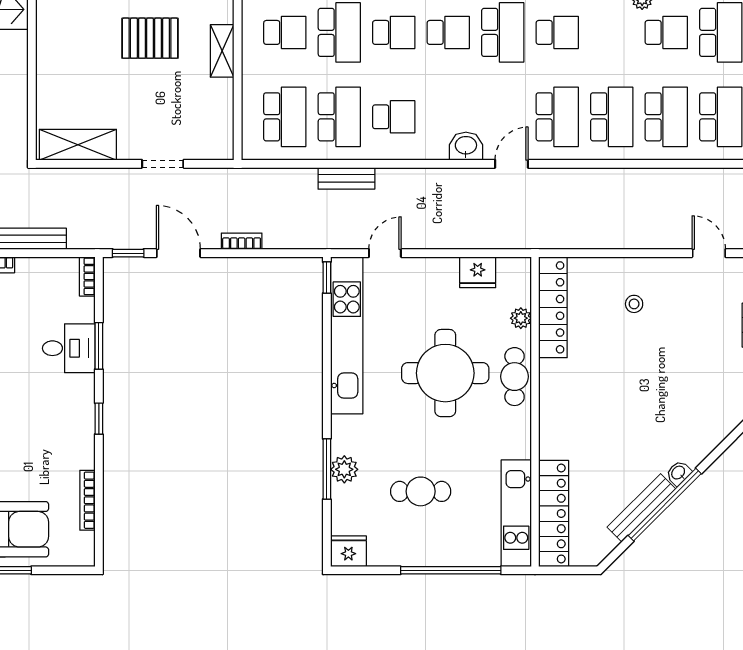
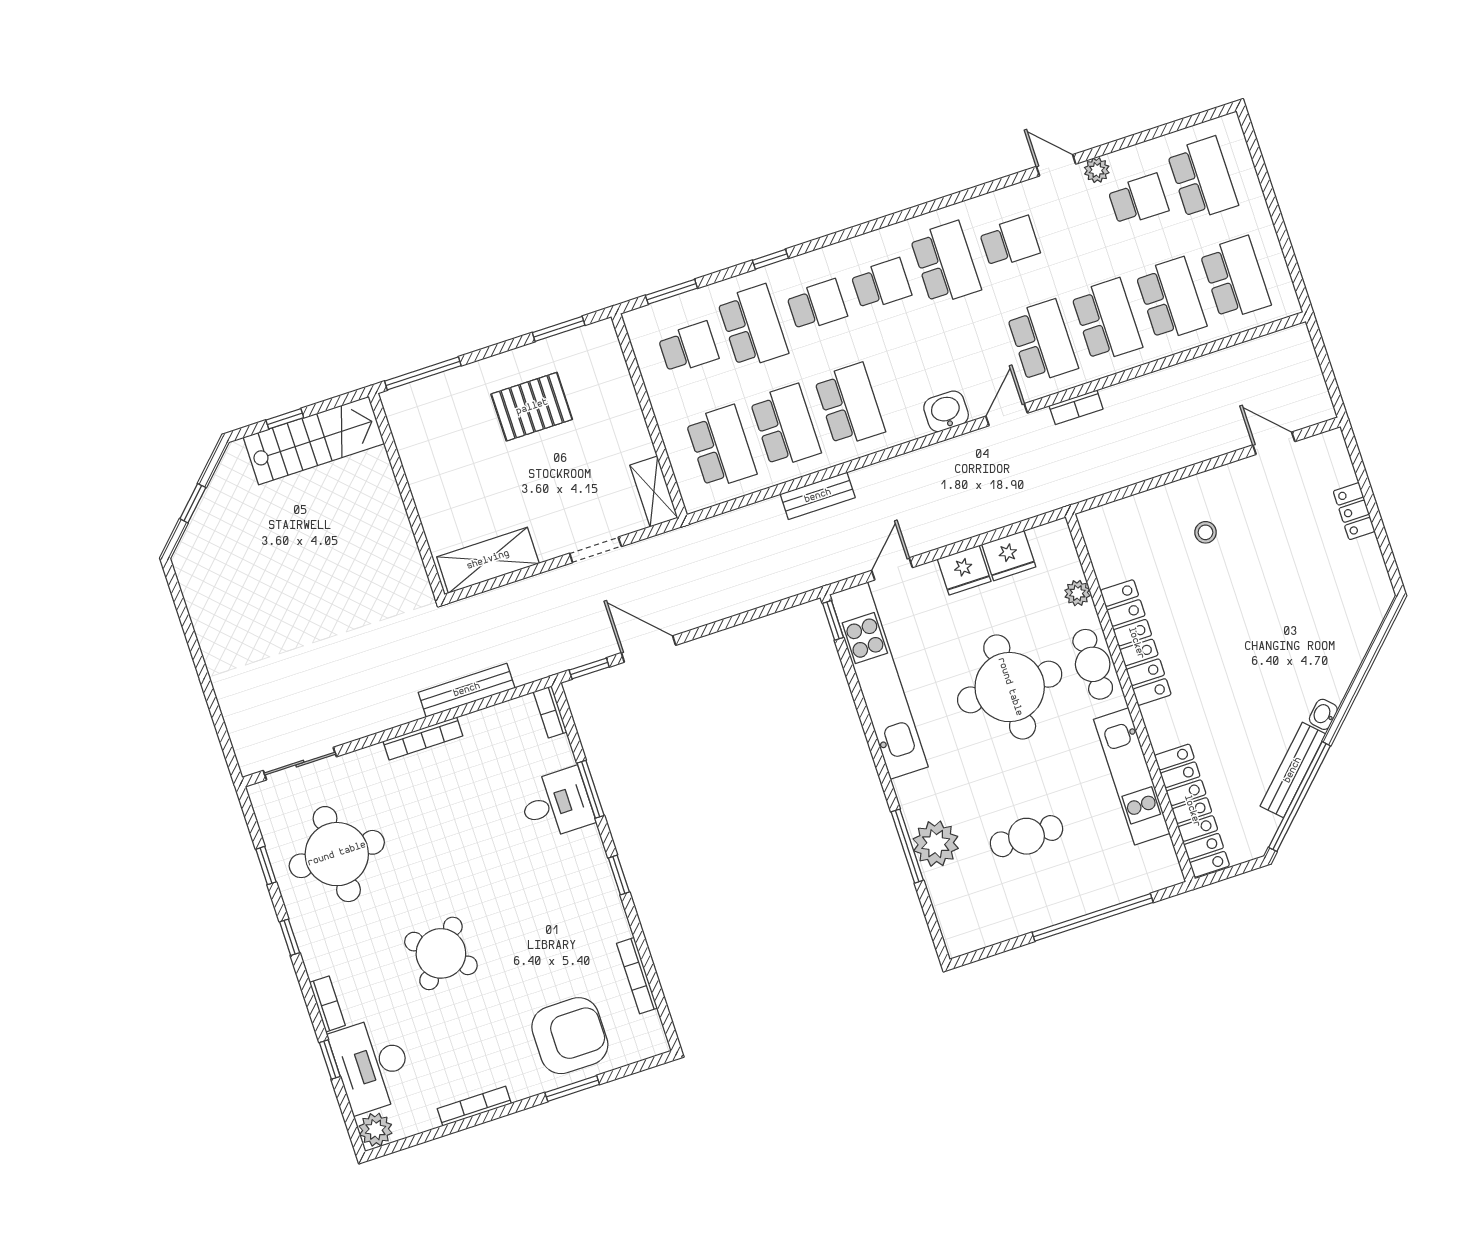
shelving: (222, 51) -> (654, 492), moved
school desk: (394, 117) -> (850, 405), width x1.85
bookcase: (242, 241) -> (1076, 407), moved, turned 180
locker: (553, 307) -> (1136, 643), moved
plant: (344, 469) -> (936, 844), width x1.36, depth x1.36
window: (665, 505) -> (1300, 797), moved
kitchen unit: (516, 513) -> (1132, 776), moved
fridge: (348, 551) -> (964, 570), moved, turned 180

